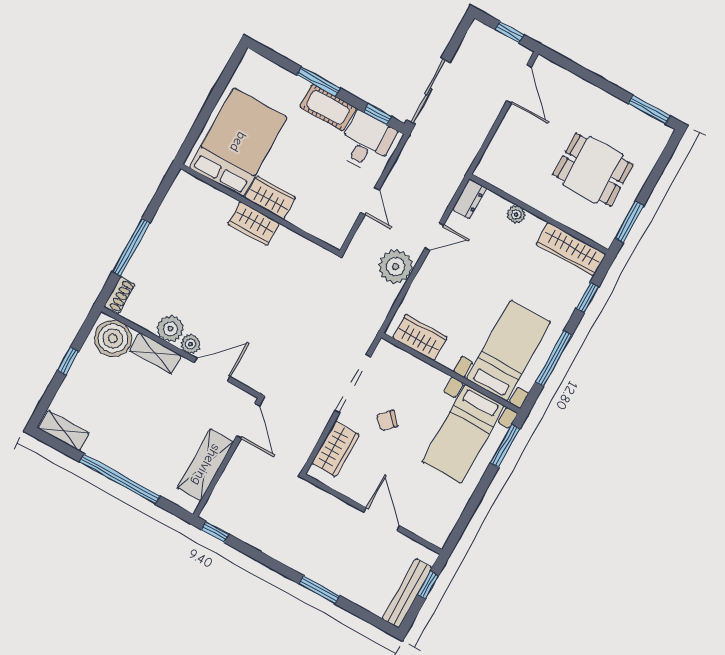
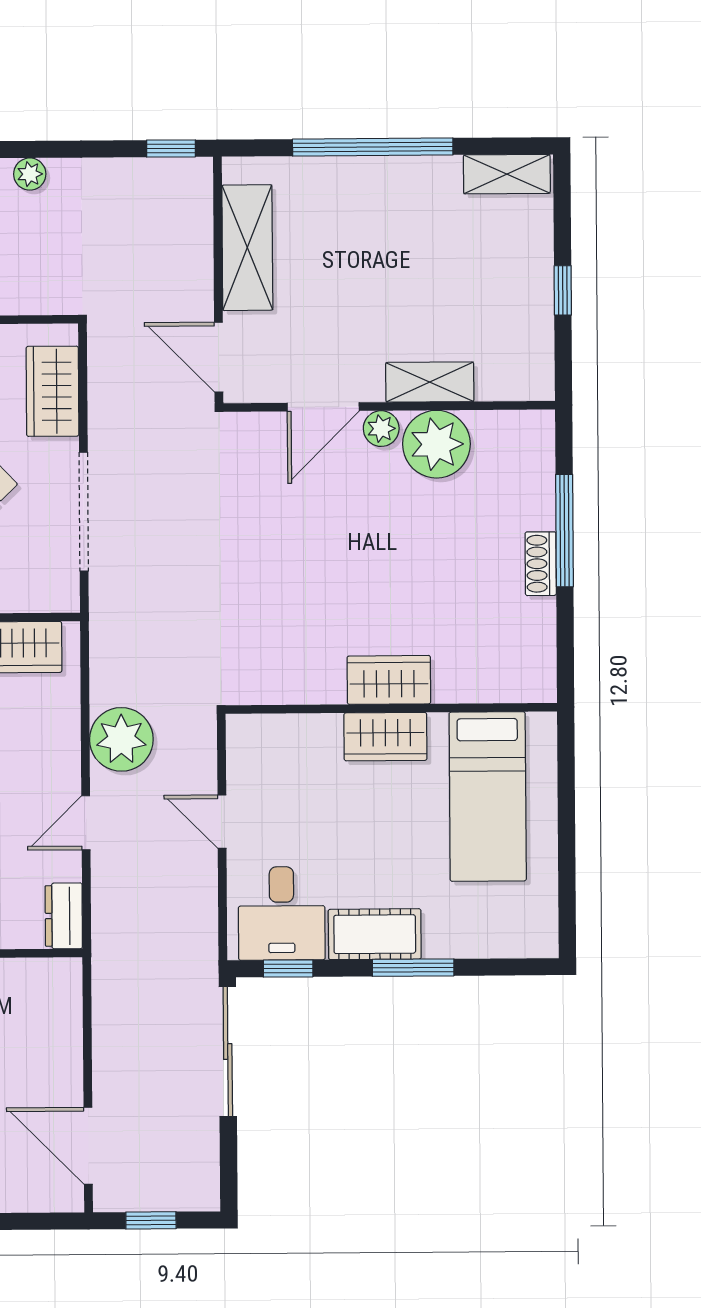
bed: (238, 142) -> (488, 796), width x0.67
shoe rack: (119, 295) -> (541, 564), moved
plant: (170, 329) -> (436, 444), width x1.36, depth x1.36
boiler: (113, 338) -> (511, 367), removed
plant: (289, 557) -> (30, 174), added

